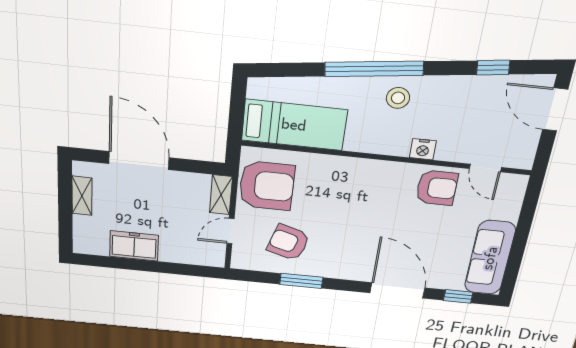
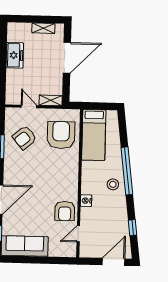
armchair: (267, 186) -> (61, 135), moved, turned 180
armchair: (288, 242) -> (25, 138), turned -147

